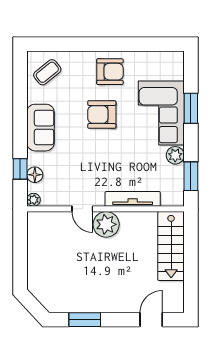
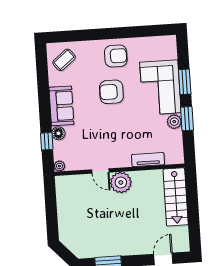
floor lamp: (35, 175) -> (58, 133), moved
window: (191, 176) -> (187, 119), moved
tv unit: (133, 199) -> (148, 160), width x0.71

